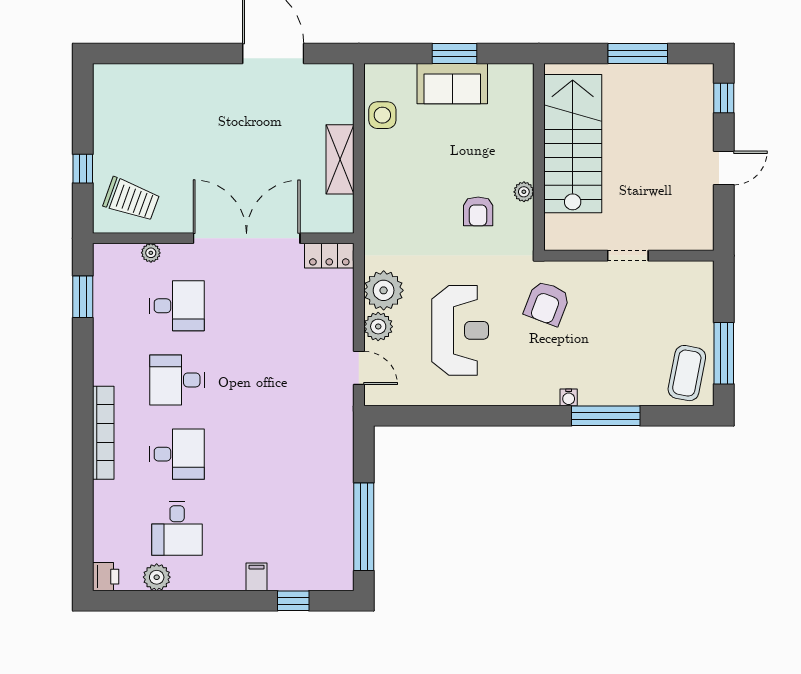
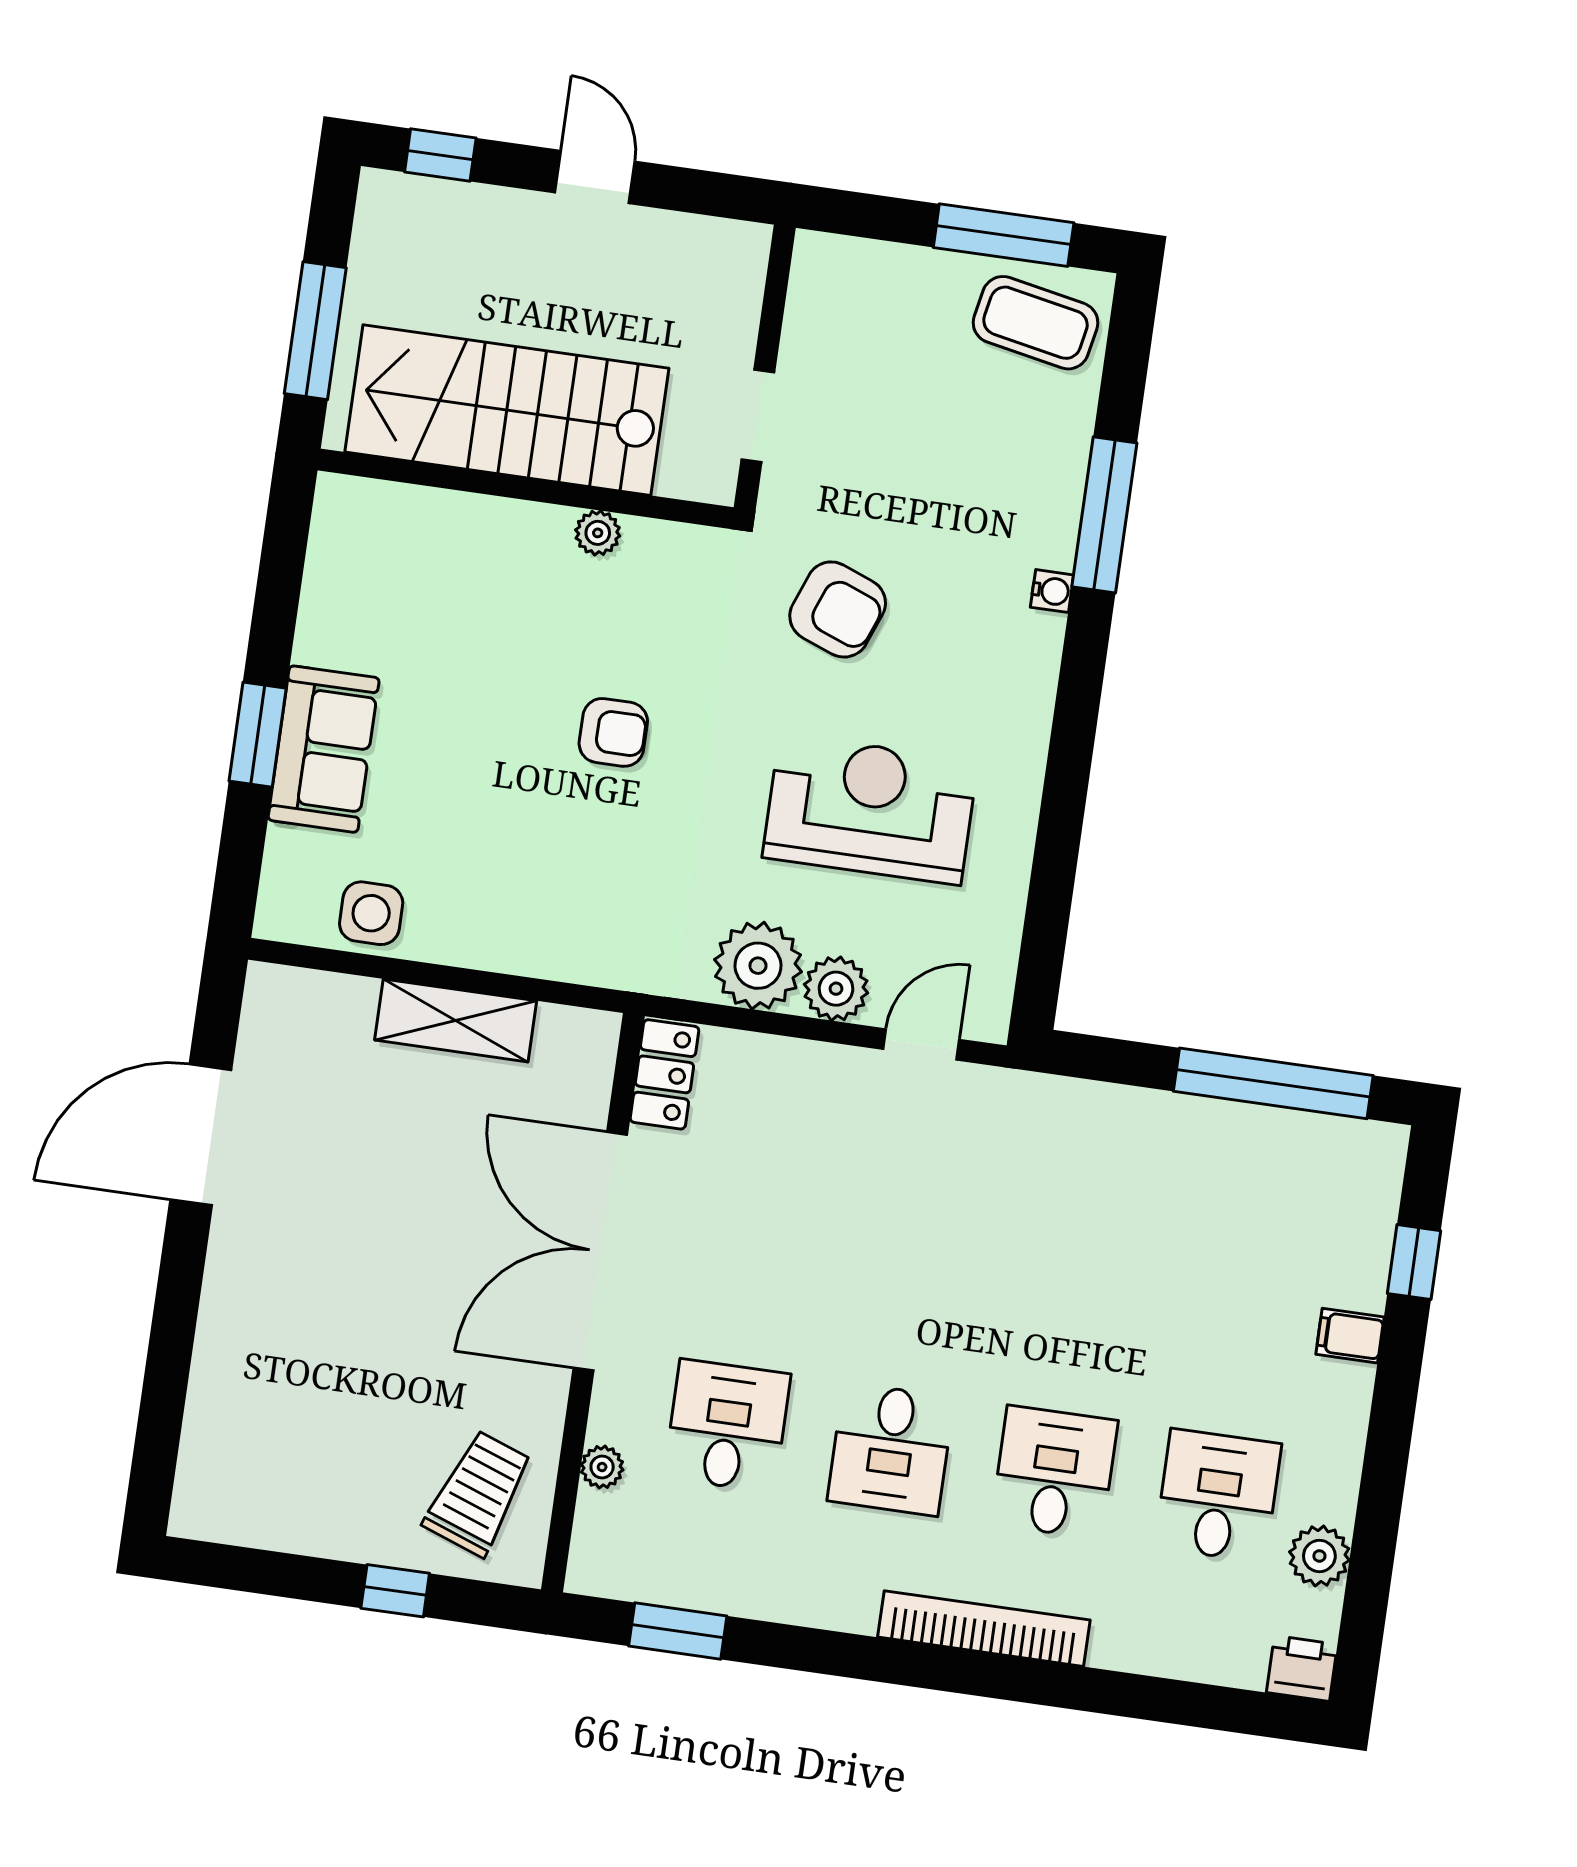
stairs: (573, 144) -> (507, 410), moved
wall: (539, 157) -> (526, 489), moved
plant: (524, 192) -> (598, 533), moved
desk: (177, 528) -> (1218, 1496), turned -90

